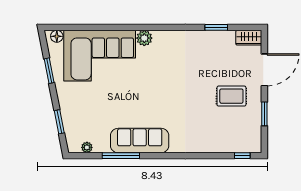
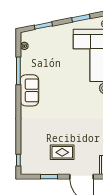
rug: (231, 96) -> (62, 152), turned 90
sofa: (140, 141) -> (29, 90), width x0.73

